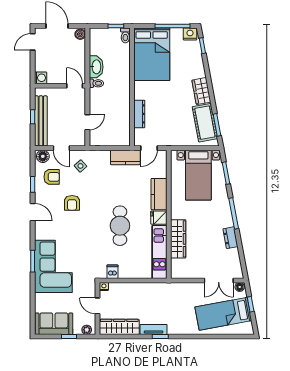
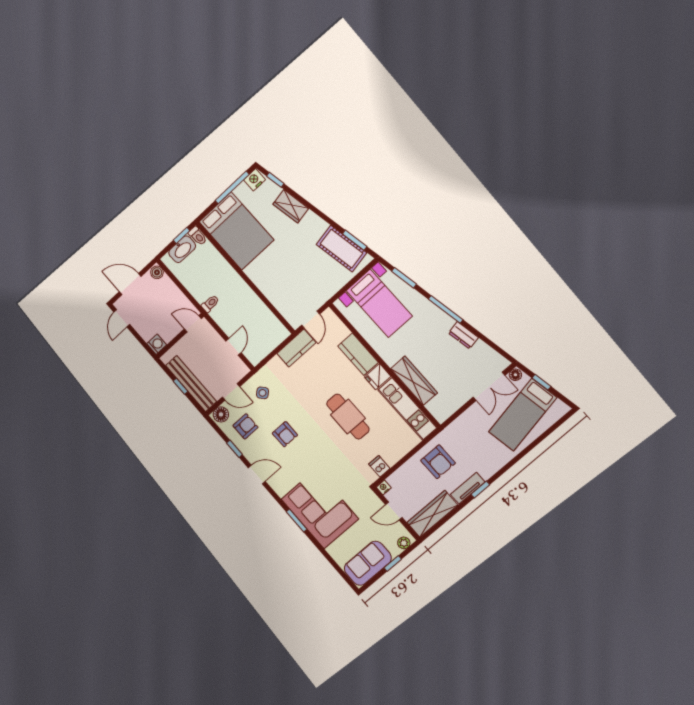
washbasin: (96, 67) -> (182, 249), moved, turned 90
wardrobe: (201, 91) -> (291, 206), moved
dresser: (139, 114) -> (274, 296), removed
armchair: (150, 299) -> (438, 462), added

